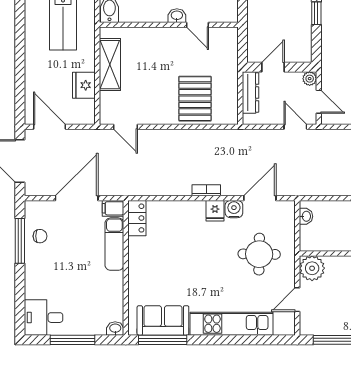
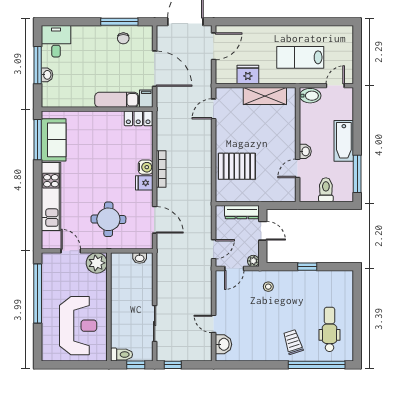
stool: (341, 60) -> (268, 287), added
bookcase: (206, 190) -> (161, 169), width x1.56
water cooler: (234, 209) -> (146, 167), moved
washbasin: (115, 329) -> (47, 75), moved

